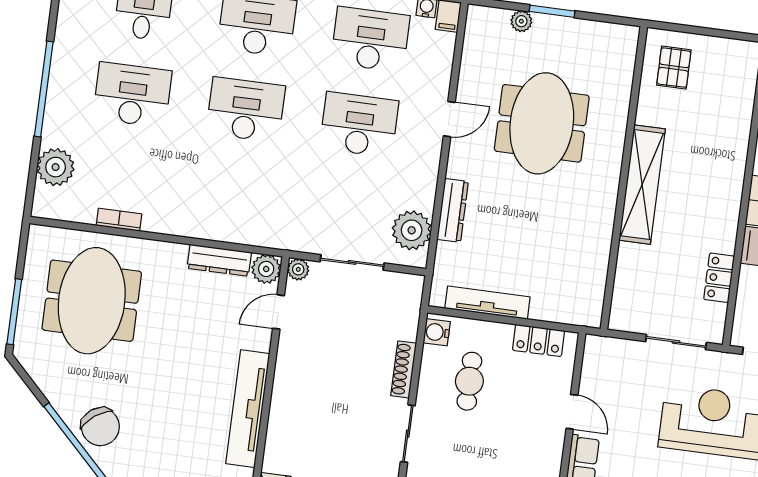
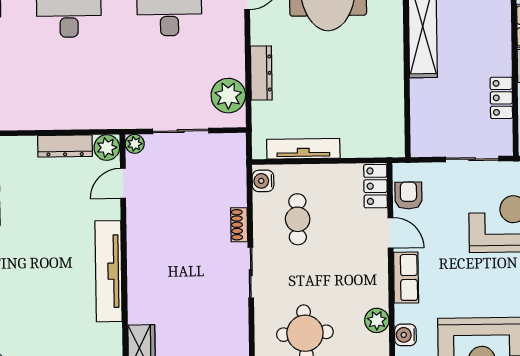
locker: (538, 340) -> (375, 186), moved, turned 90
shoe rack: (404, 369) -> (239, 225), width x0.70
armchair: (598, 373) -> (408, 196), added

